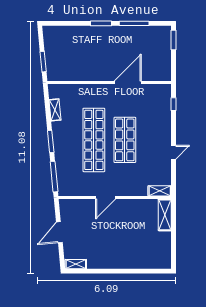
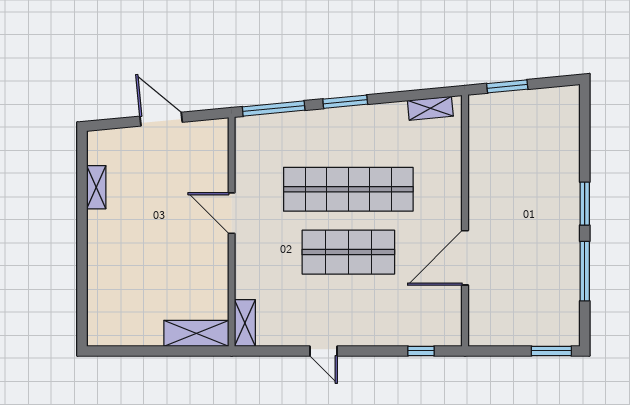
door: (128, 82) -> (465, 258), swing flipped
shelving: (55, 110) -> (430, 108), moved
shelving: (76, 264) -> (96, 187), moved

